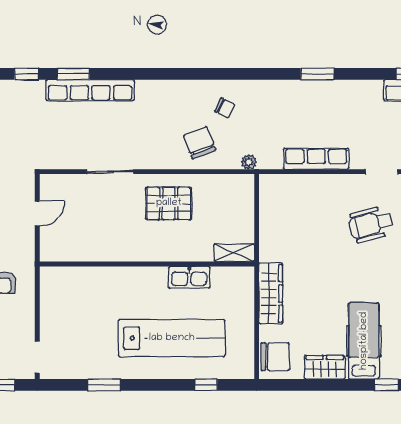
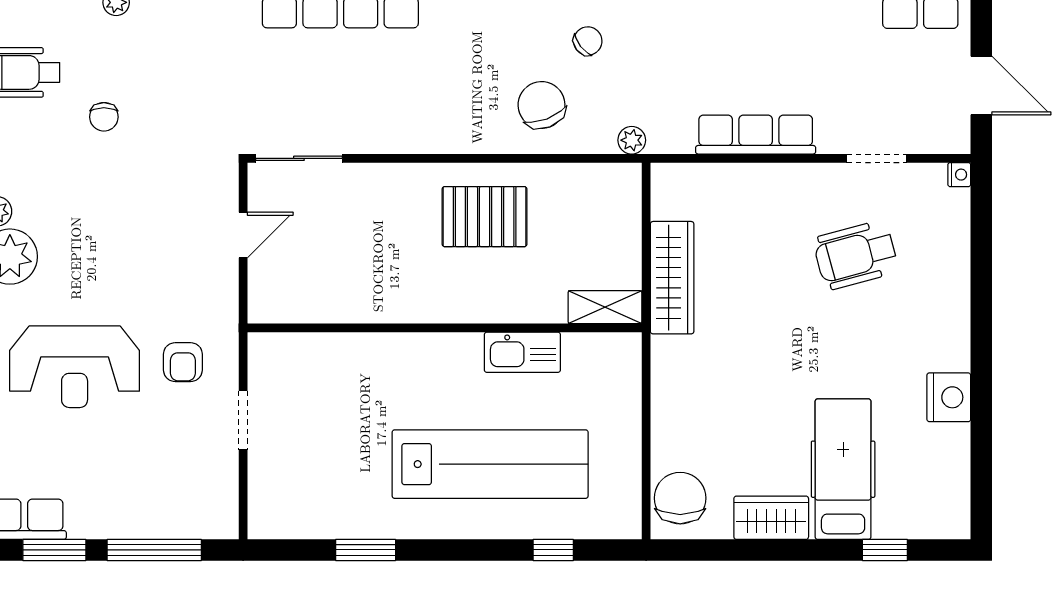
chair: (225, 108) -> (588, 41), turned -64
sliding door: (110, 172) -> (299, 158), moved
wardrobe: (271, 293) -> (672, 278), moved
doorway: (37, 357) -> (243, 420), moved
chair: (275, 357) -> (680, 498), turned -90

